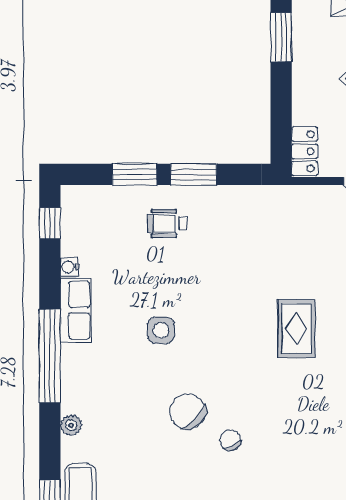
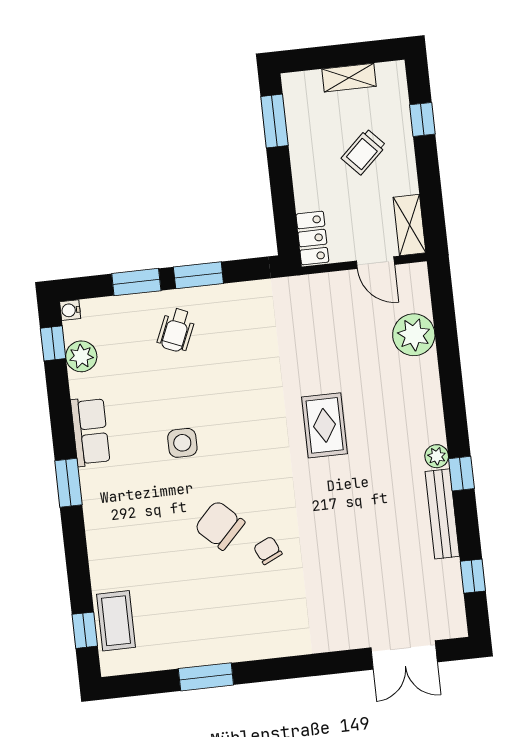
wheelchair: (167, 224) -> (176, 330), turned -67
water cooler: (69, 267) -> (70, 310), moved
window: (50, 356) -> (68, 483), width x0.47
plant: (71, 425) -> (81, 356), moved, width x1.38, depth x1.38

